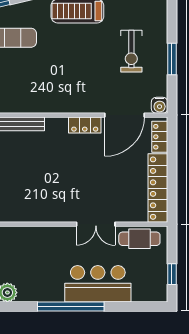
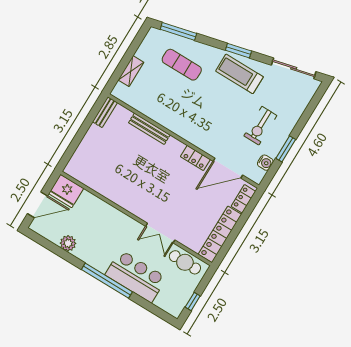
water cooler: (160, 105) -> (265, 163), moved, turned -90

